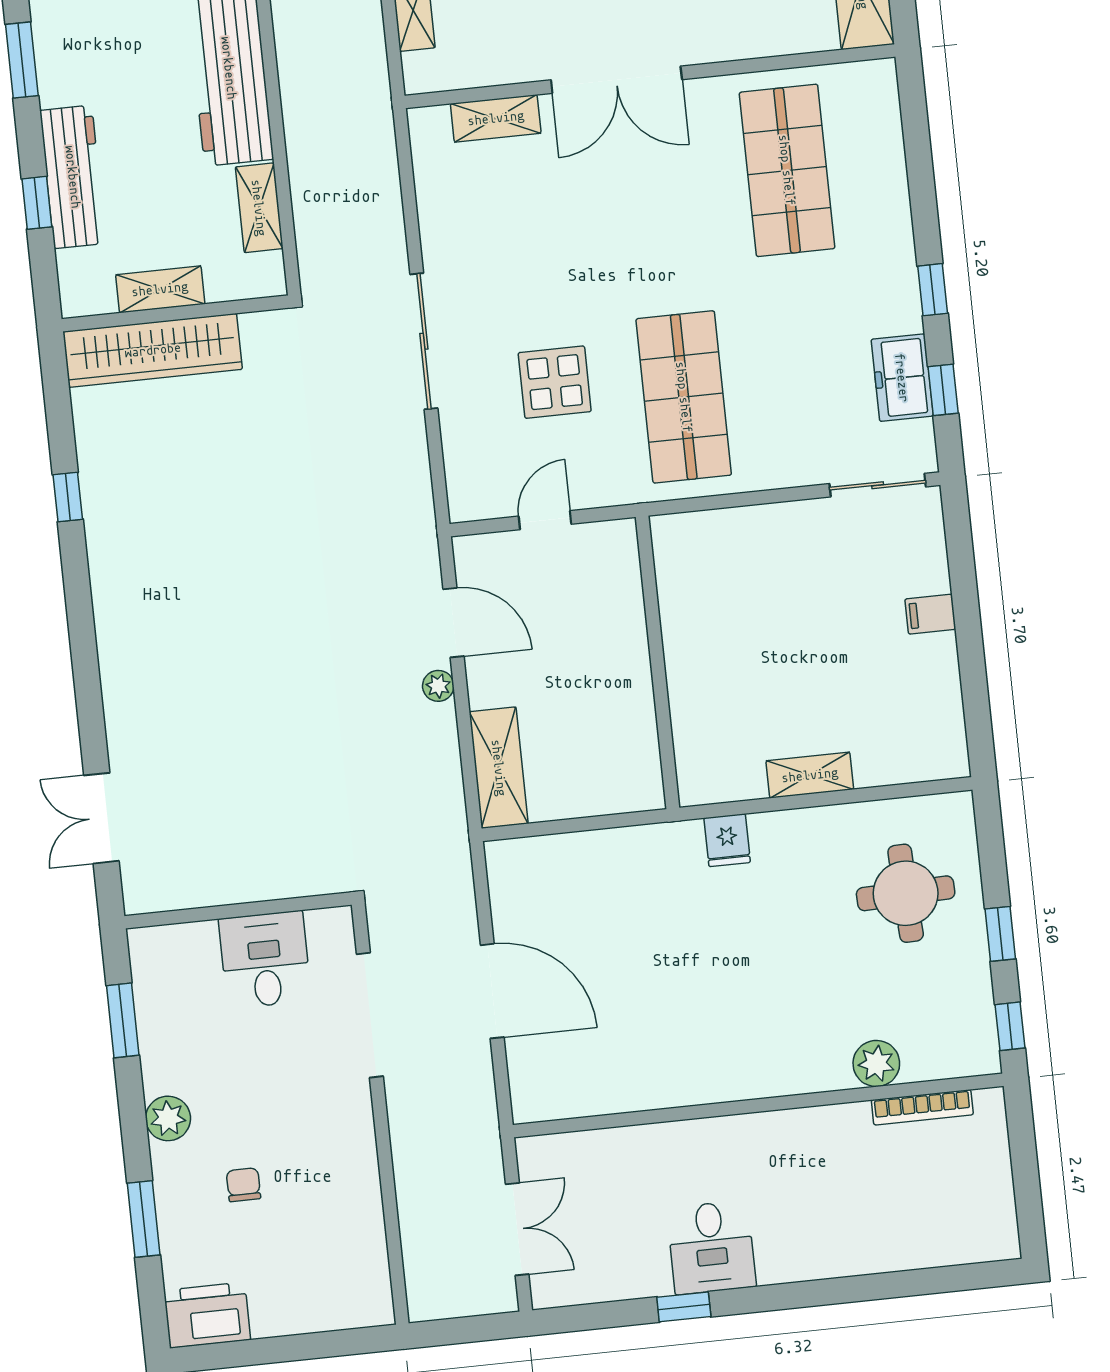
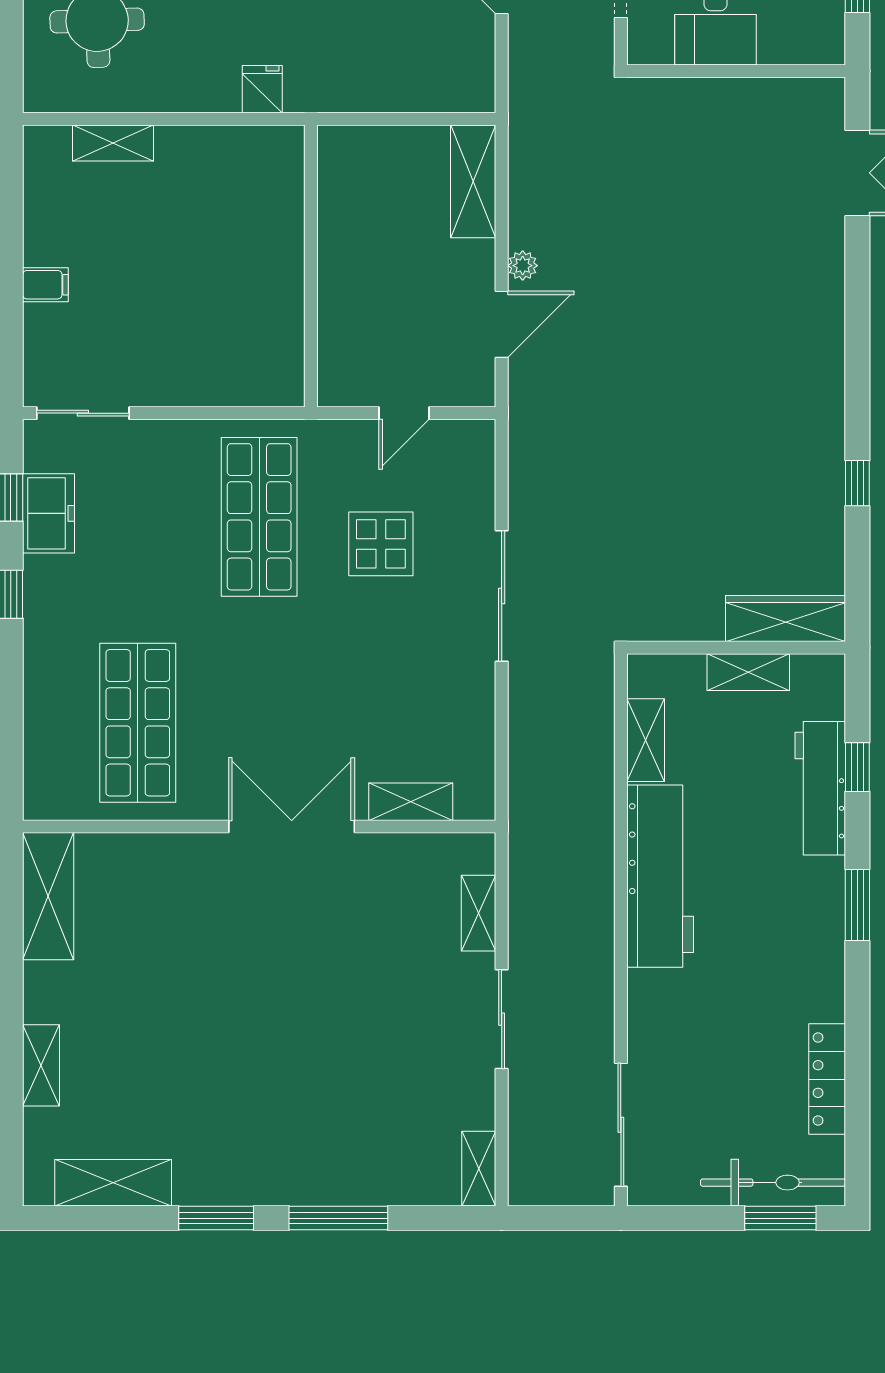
wardrobe: (153, 350) -> (786, 618), width x0.71, depth x0.85
door: (453, 623) -> (502, 324), swing flipped
shelving: (810, 775) -> (113, 143), moved

